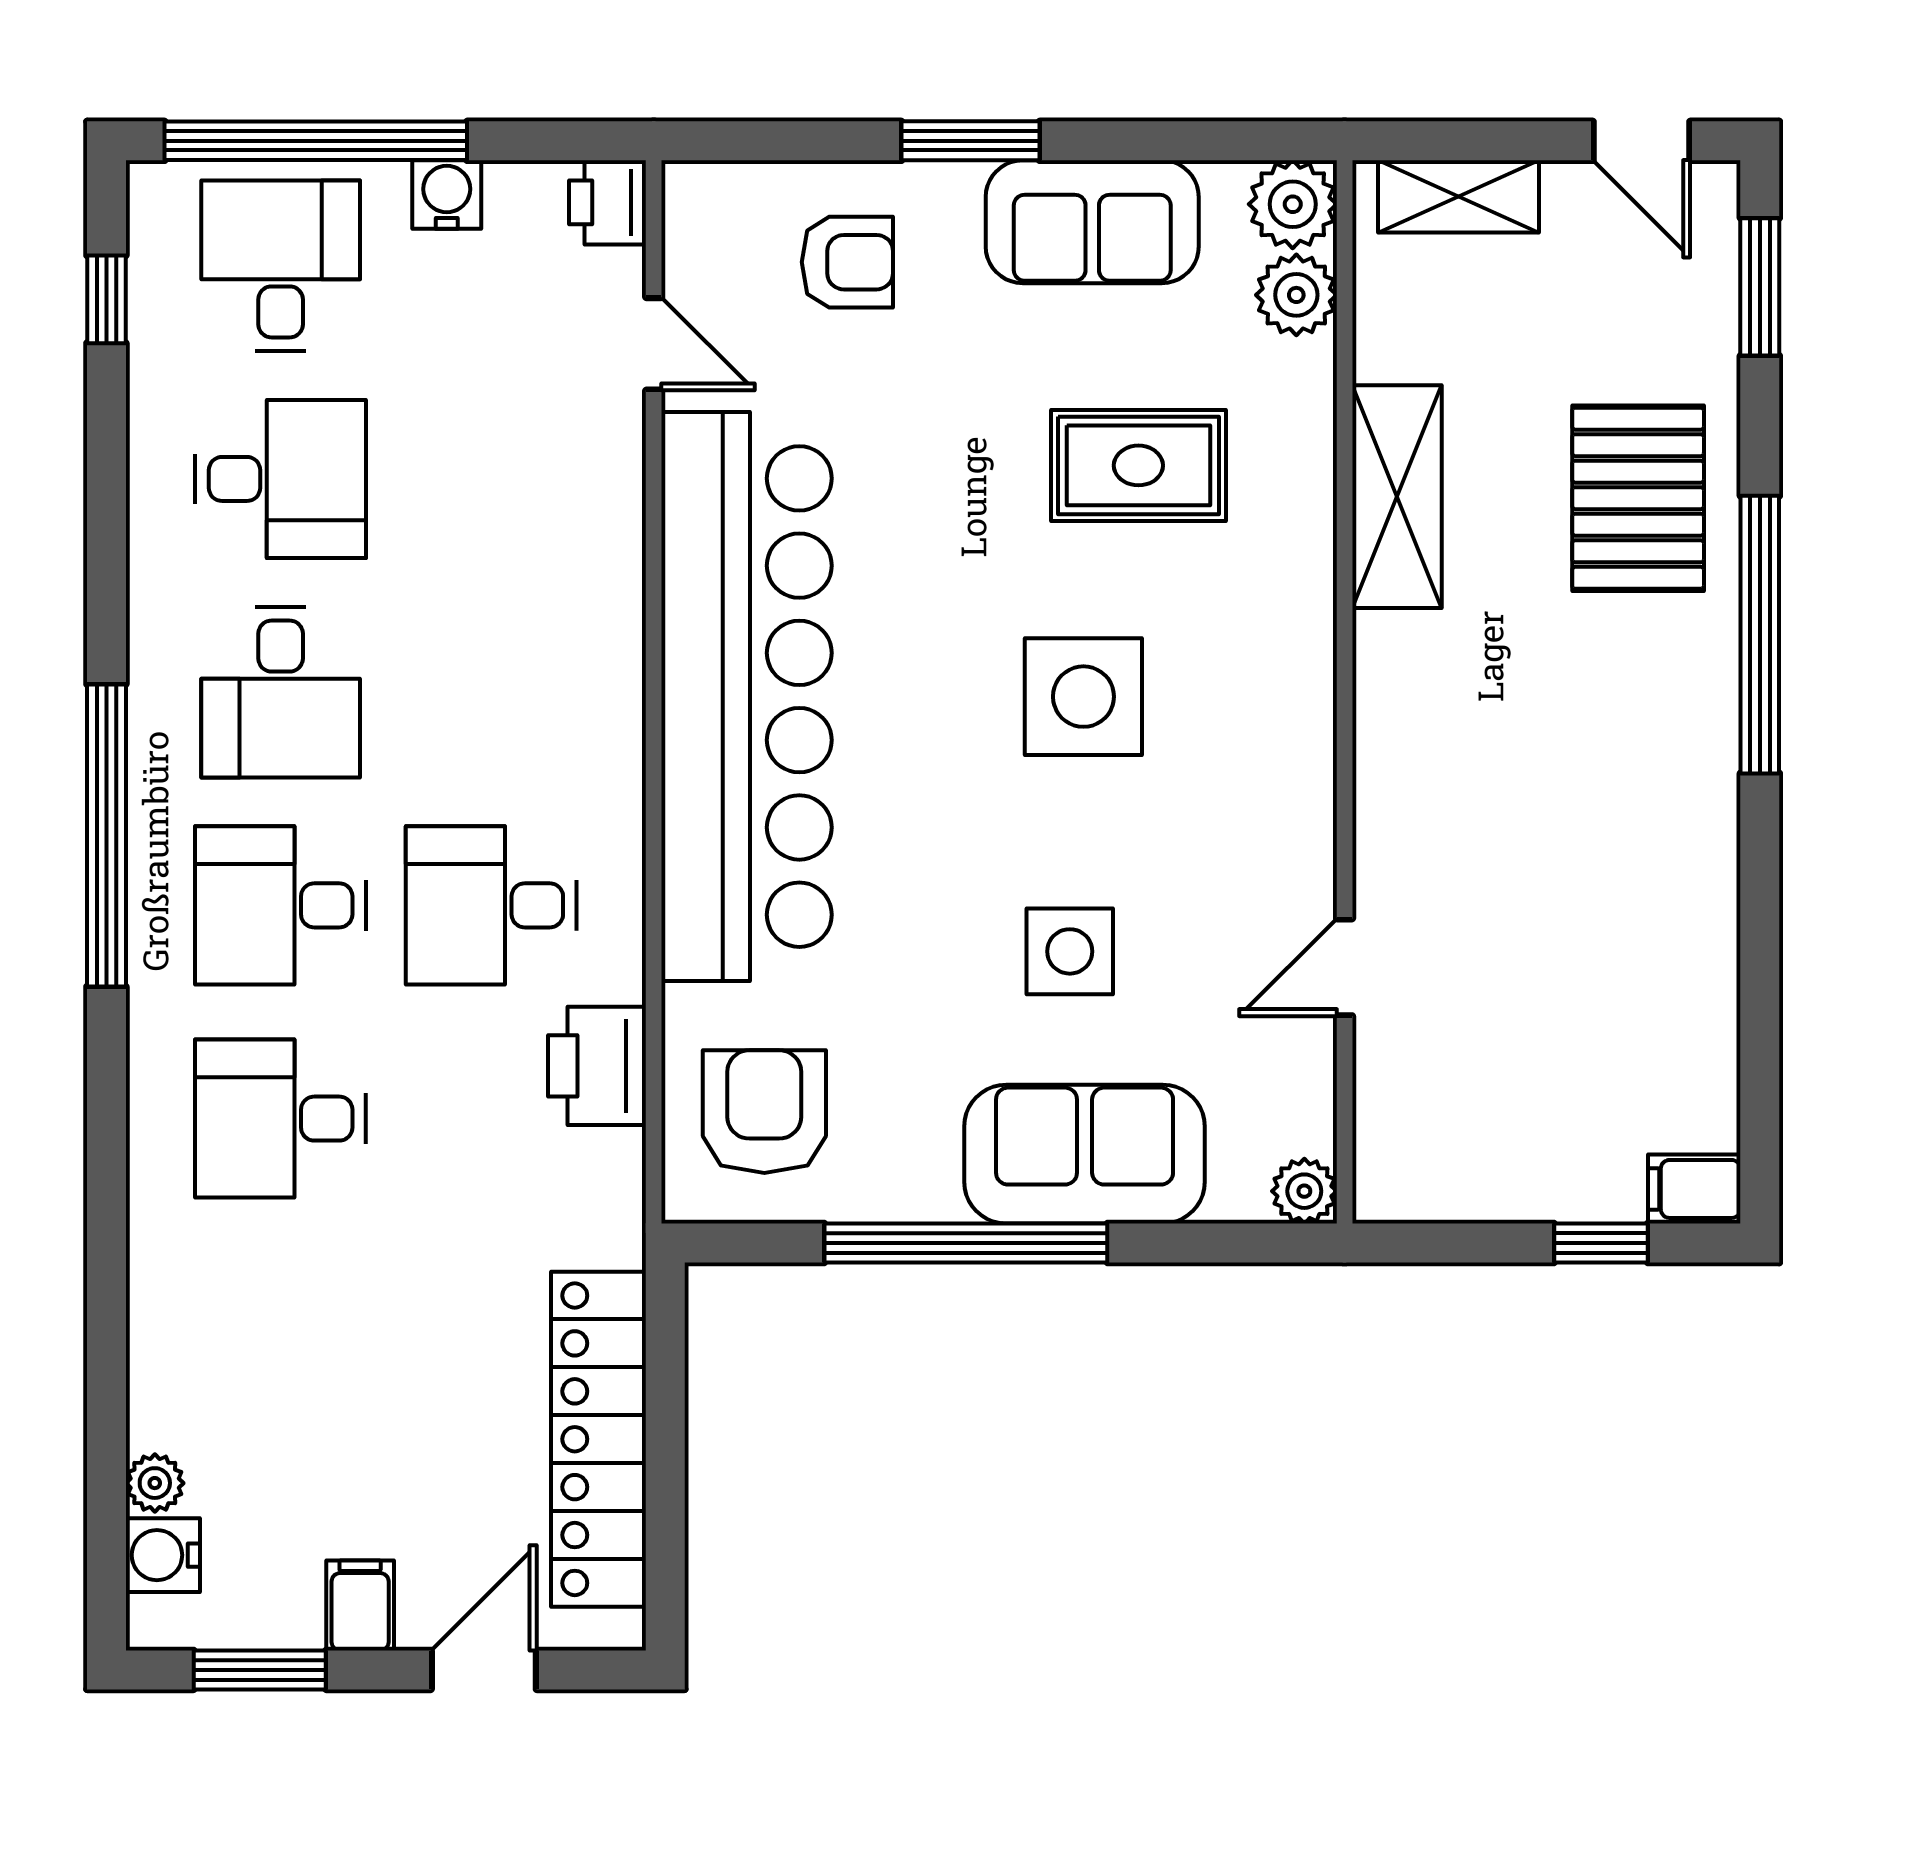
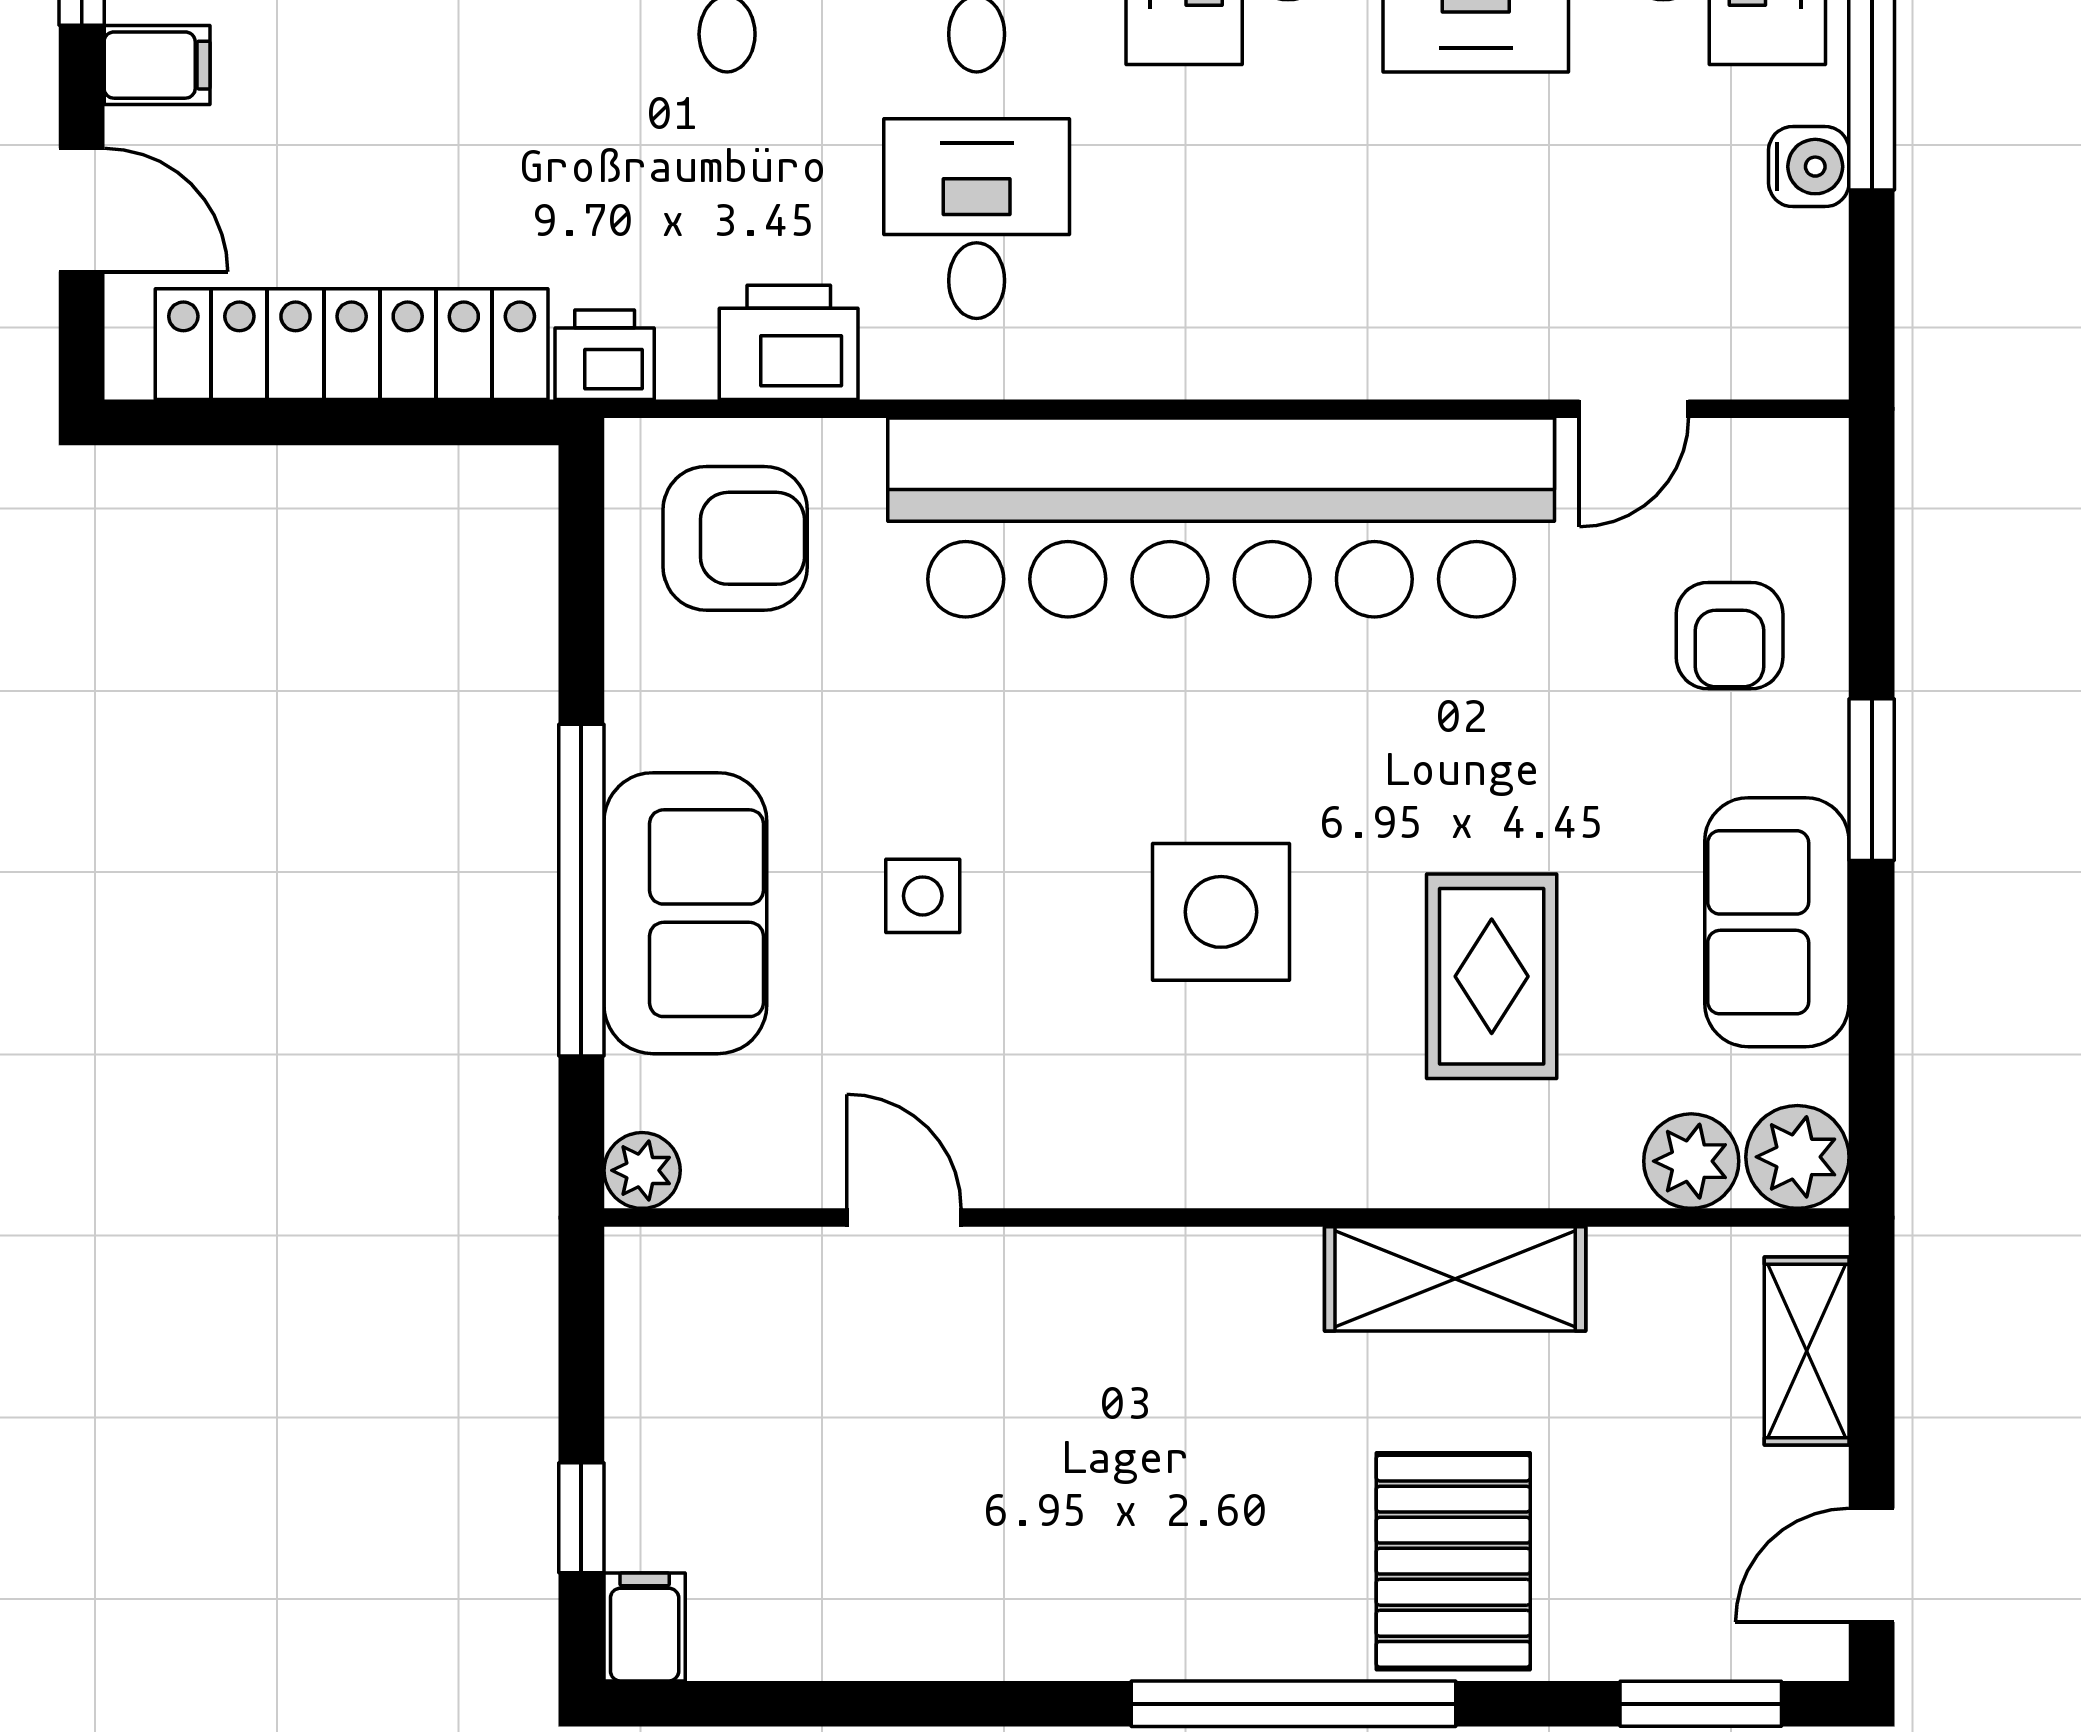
printer: (608, 202) -> (605, 355), moved
pallet: (1638, 498) -> (1453, 1561), turned 90
side table: (1070, 951) -> (923, 896), width x0.73, depth x0.73
window: (966, 1243) -> (581, 890), moved

